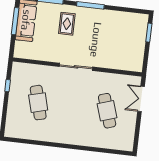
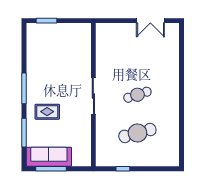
double door: (141, 99) -> (150, 21), moved
cafe table: (107, 111) -> (137, 95), moved, width x0.73, depth x0.74

